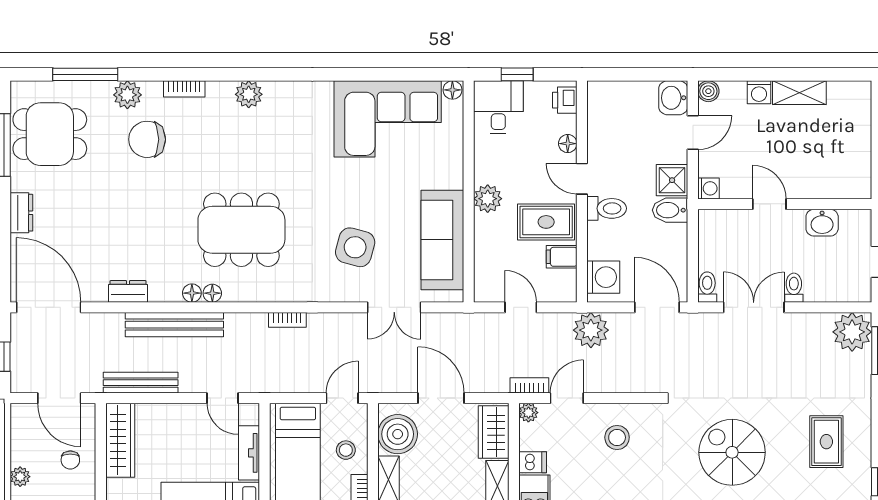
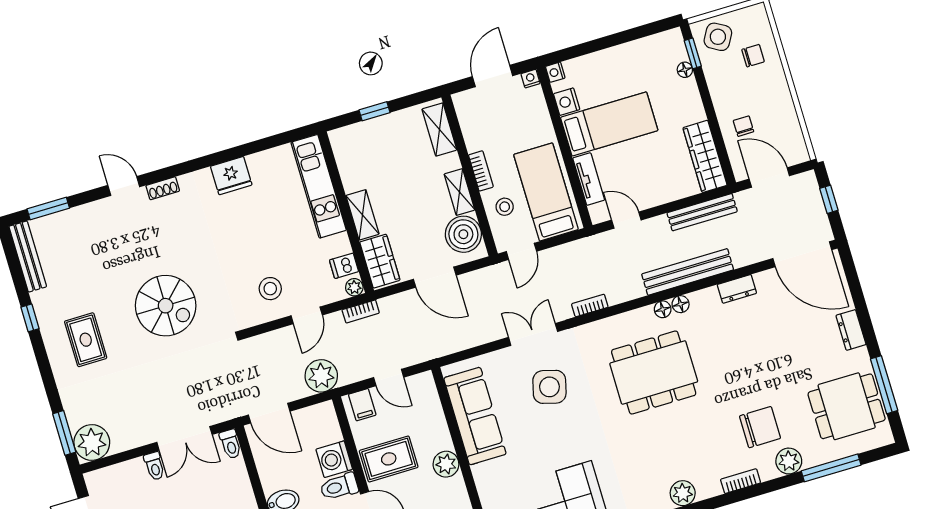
filing cabinet: (562, 257) -> (362, 405), moved, turned 90
washing machine: (603, 277) -> (334, 459), moved
double door: (394, 307) -> (533, 334), moved
door: (567, 398) -> (307, 315), moved
dishwasher: (533, 462) -> (344, 266), moved
plant: (20, 477) -> (783, 98), removed

